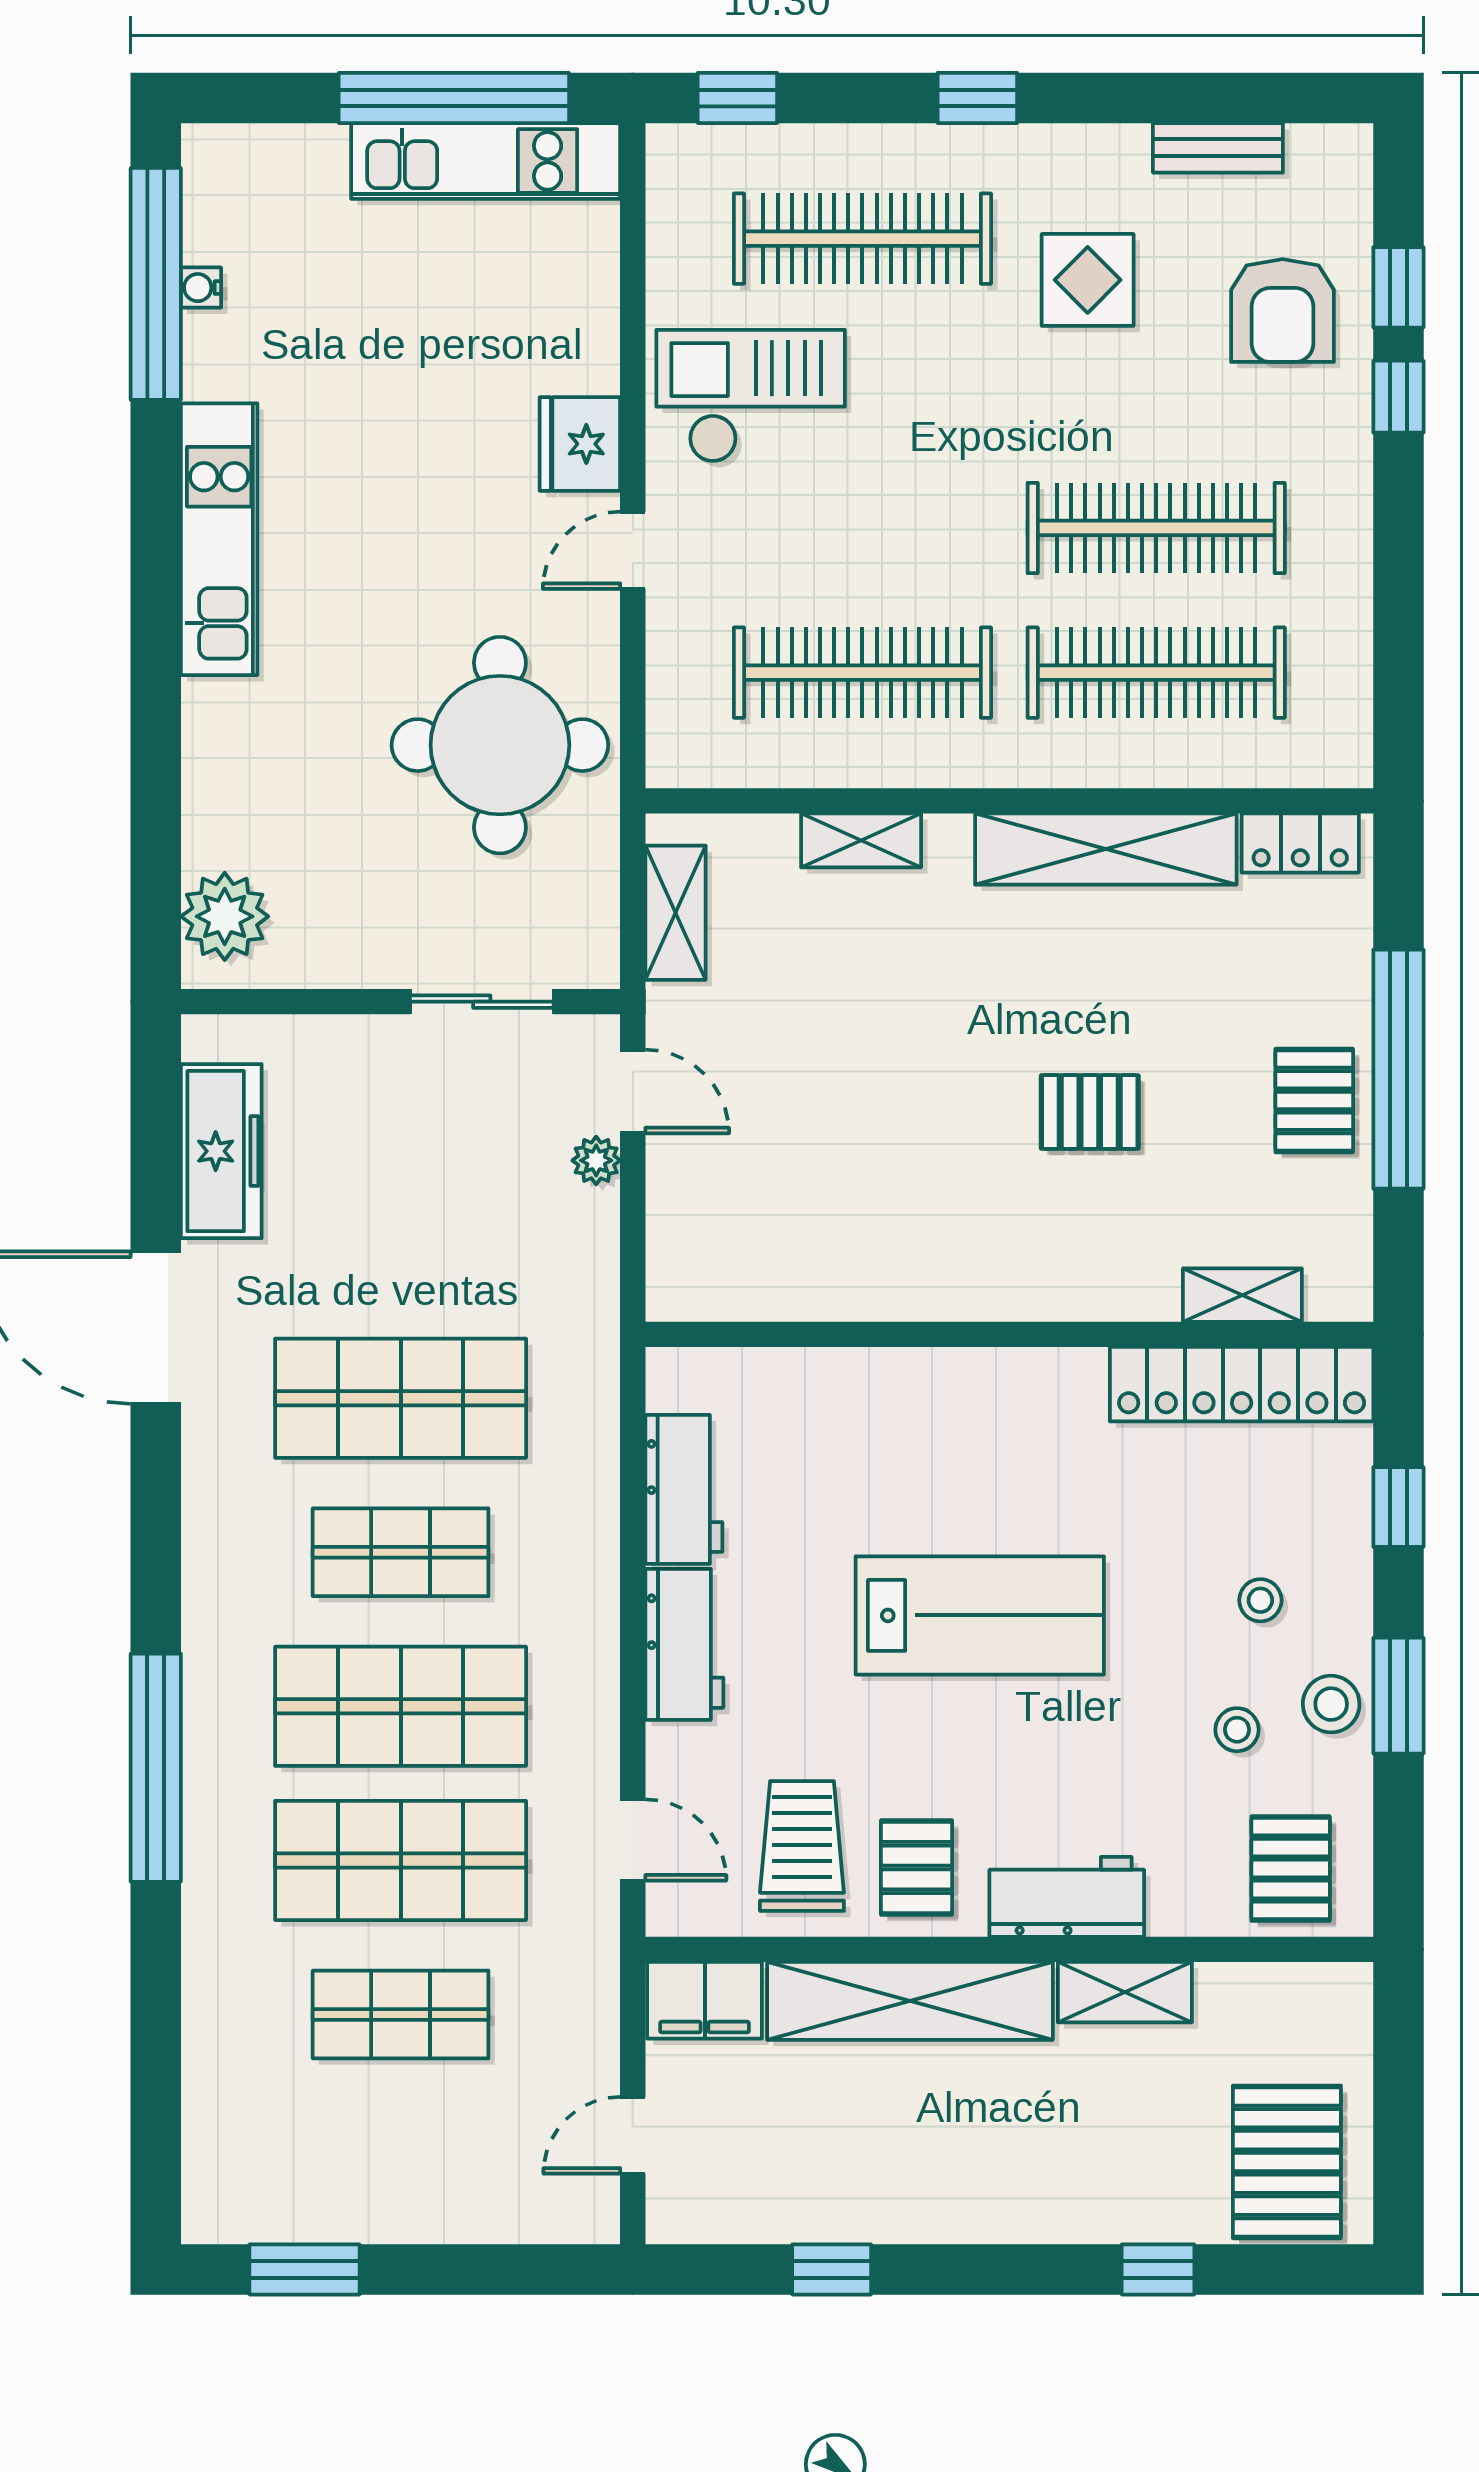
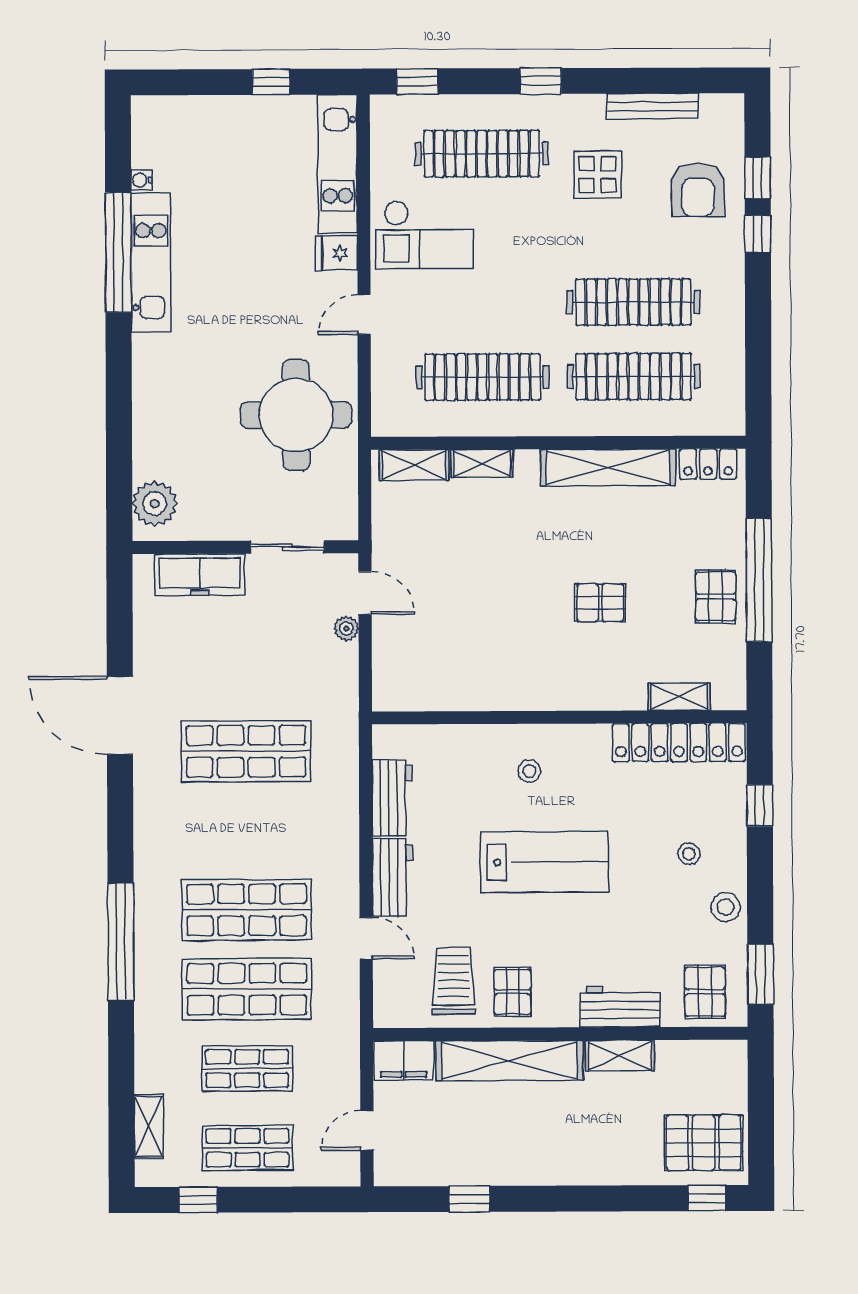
window: (454, 98) -> (271, 82), width x0.32
bench: (1218, 148) -> (652, 106), width x1.36
kitchen unit: (486, 161) -> (338, 164), moved, turned 90
window: (156, 284) -> (118, 252), moved
checkout: (751, 396) -> (424, 235), turned 180
fridge: (580, 444) -> (337, 253), width x0.72
kitchen unit: (219, 539) -> (151, 263), moved
shelving: (675, 913) -> (414, 465), moved, turned 90
freezer: (221, 1151) -> (200, 575), moved, turned 90
shop shelf: (401, 1552) -> (247, 1148), moved
window: (1398, 1696) -> (760, 974), moved
stool: (1237, 1730) -> (529, 771), moved
door: (633, 1840) -> (366, 938), moved
workbench: (1067, 1897) -> (620, 1007), moved
shelving: (209, 2127) -> (149, 1126), added
pallet: (1287, 2162) -> (704, 1143), turned 90
window: (305, 2269) -> (198, 1200), width x0.67
window: (1158, 2269) -> (707, 1198), moved

